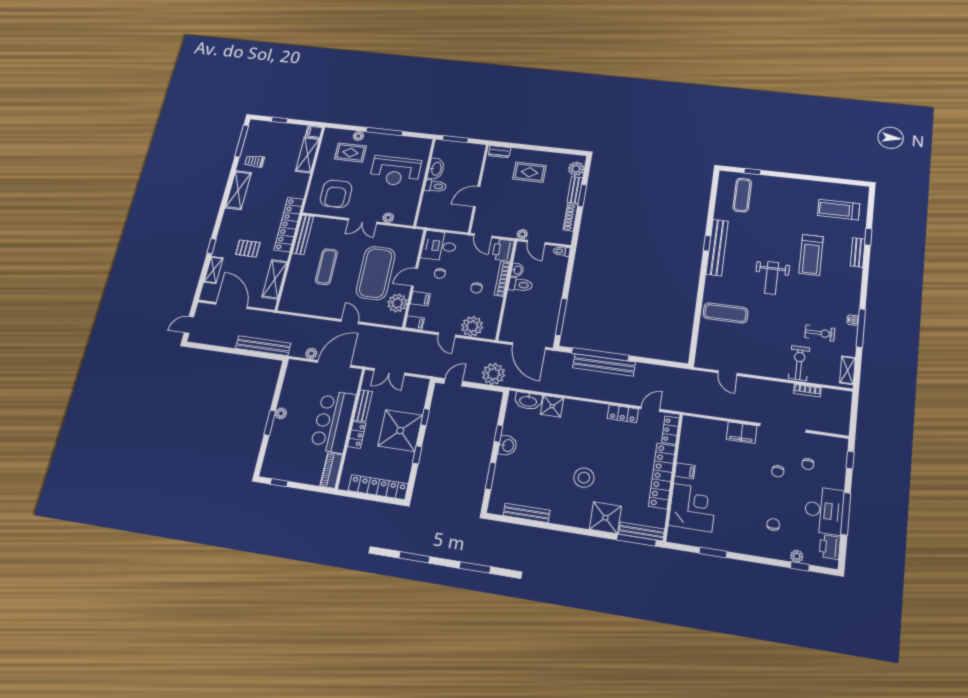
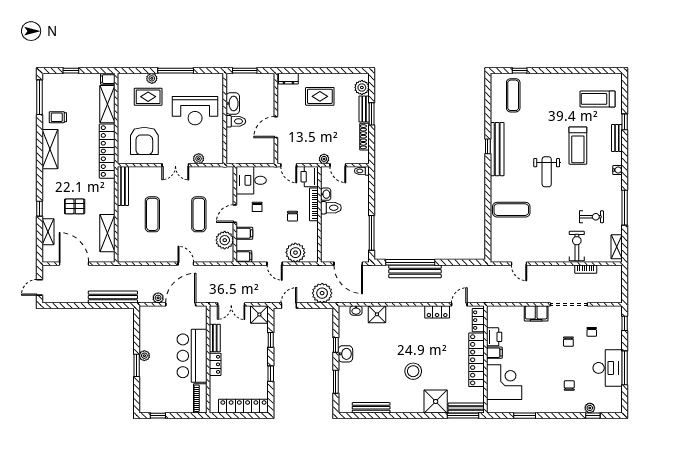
locker: (289, 225) -> (107, 151), moved
exercise mat: (376, 273) -> (199, 214), width x0.50, depth x0.69
water cooler: (853, 320) -> (617, 170), moved
washbasin: (528, 401) -> (356, 310), width x0.52, depth x0.69
shower: (400, 431) -> (259, 314), moved, width x0.54, depth x0.54
printer: (830, 547) -> (494, 337), moved, turned 180

